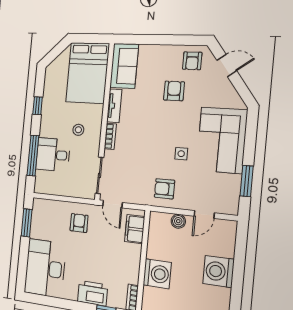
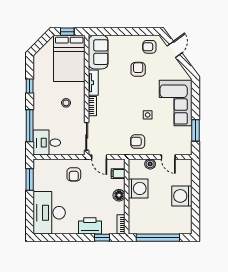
window: (88, 39) -> (67, 32), added
armchair: (192, 61) -> (149, 47), turned 90
door: (227, 65) -> (174, 49), hinge flipped
desk: (53, 155) -> (47, 143), moved
door: (204, 214) -> (168, 157), hinge flipped
armchair: (79, 223) -> (74, 174), turned 180
filing cabinet: (135, 229) -> (118, 174), width x0.50
floor lamp: (133, 258) -> (119, 195), added
washing machine: (157, 274) -> (138, 188), moved

